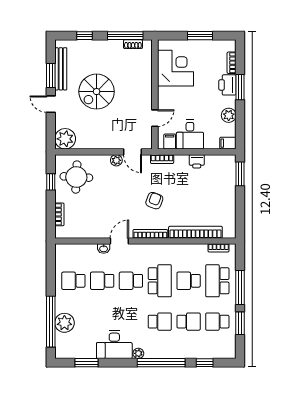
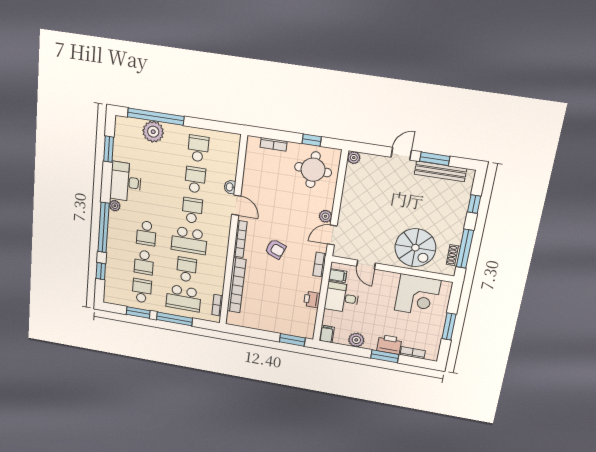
spiral stairs: (97, 92) -> (415, 248), moved, turned 180
plant: (65, 139) -> (354, 158), width x0.53, depth x0.53
school desk: (217, 281) -> (184, 298), turned 180

